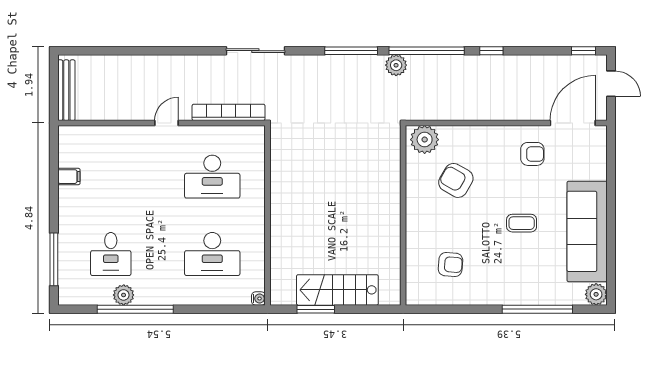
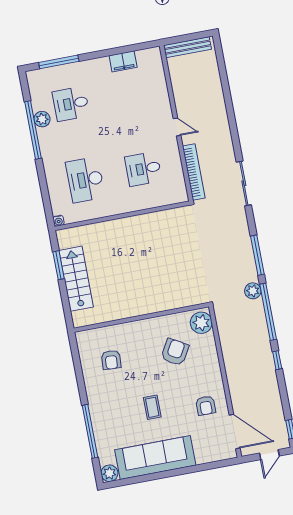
filing cabinet: (69, 177) -> (123, 61), width x2.00
desk: (212, 177) -> (143, 169), width x0.73

